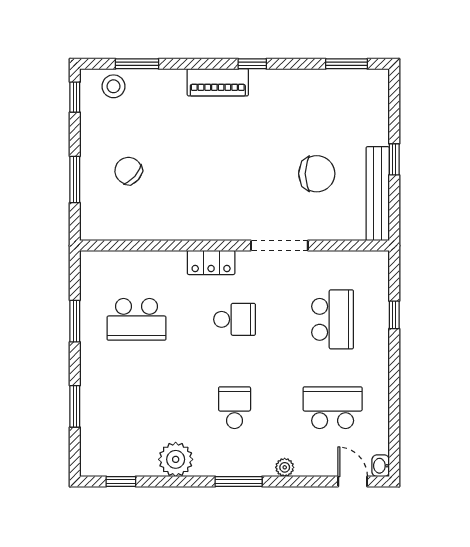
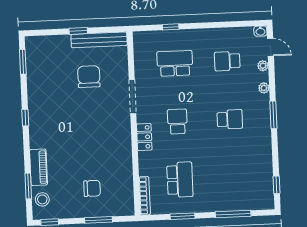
piano: (218, 82) -> (38, 167), moved
chair: (128, 171) -> (92, 188), turned -131
bookcase: (112, 259) -> (145, 196), added
window: (75, 406) -> (233, 214), width x1.44
school desk: (235, 408) -> (230, 119), turned 180
school desk: (333, 408) -> (227, 61), width x0.54
plant: (176, 459) -> (263, 66), moved, width x0.53, depth x0.53
door: (353, 481) -> (270, 47), swing flipped

